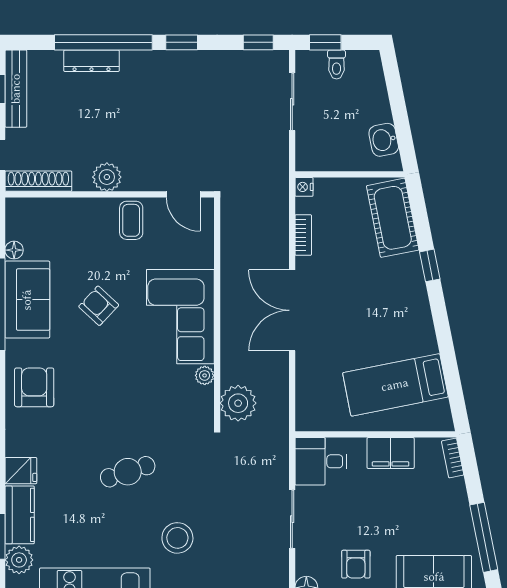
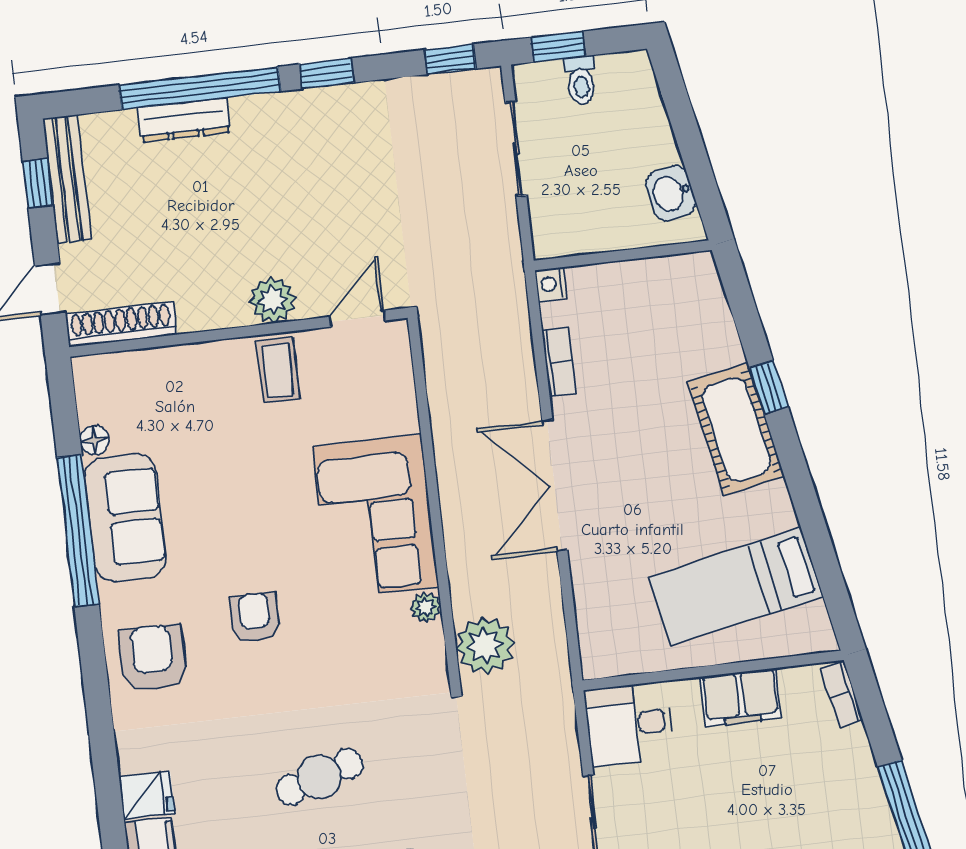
plant: (107, 177) -> (273, 300), moved
door: (183, 194) -> (357, 319), swing flipped
cot: (393, 218) -> (736, 429), moved
armchair: (99, 306) -> (255, 618), moved, turned 47

